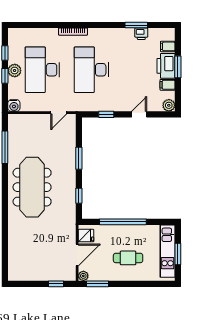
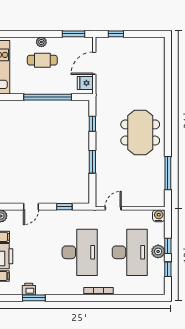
meeting table: (32, 187) -> (140, 132), width x0.73
plant: (83, 276) -> (41, 42), moved

